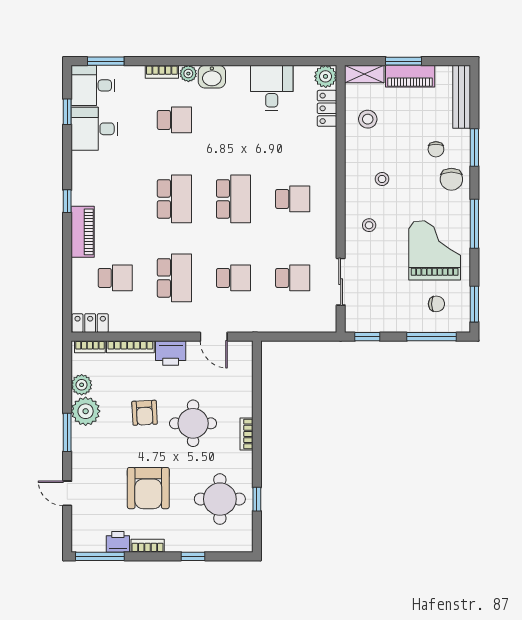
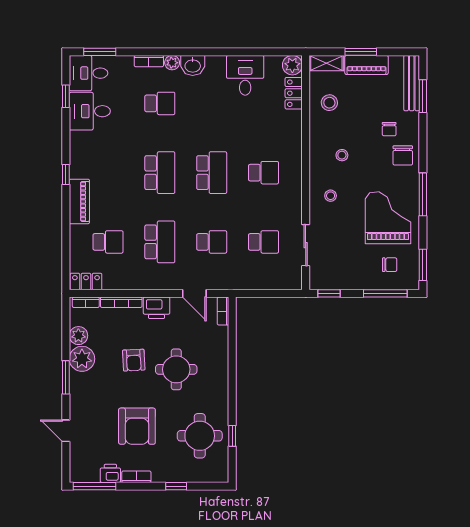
window: (474, 147) -> (423, 96), moved
bookcase: (246, 434) -> (223, 311), moved

